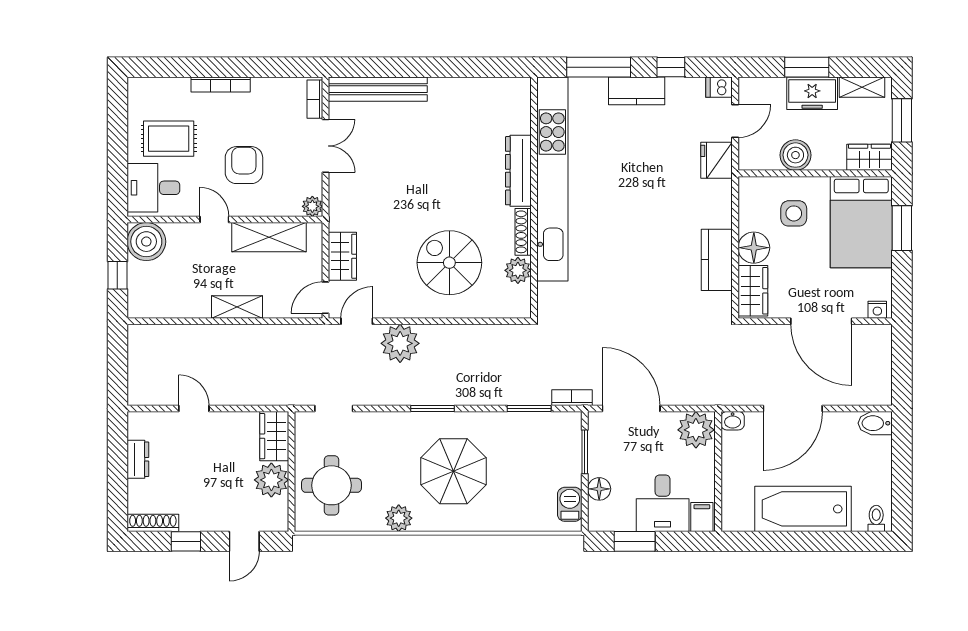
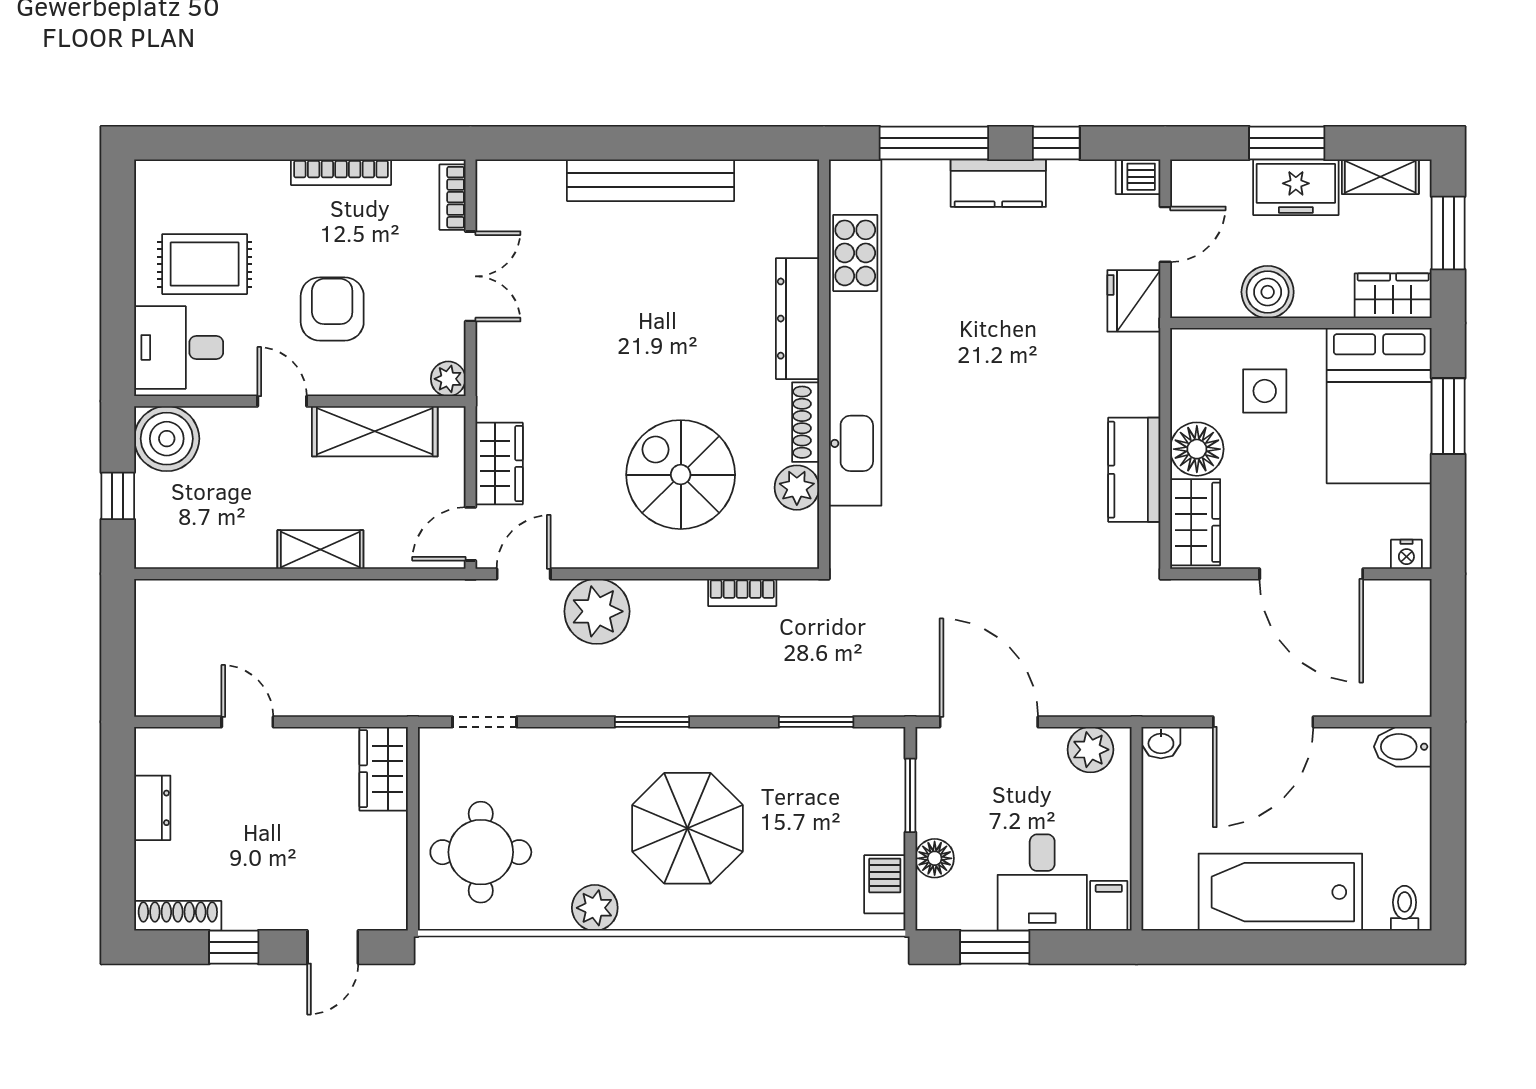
bookcase: (221, 84) -> (341, 172), moved
bench: (378, 89) -> (651, 180), moved
bookcase: (572, 398) -> (742, 592), moved, turned 180
plant: (696, 430) -> (1090, 750), width x0.73, depth x0.73
plant: (271, 480) -> (379, 843), removed

